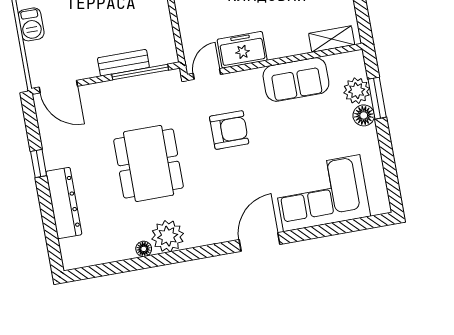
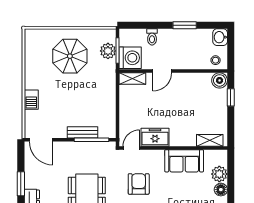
window: (377, 98) -> (231, 181), removed
armchair: (229, 130) -> (139, 184), turned -90
window: (39, 164) -> (21, 184), width x1.50

